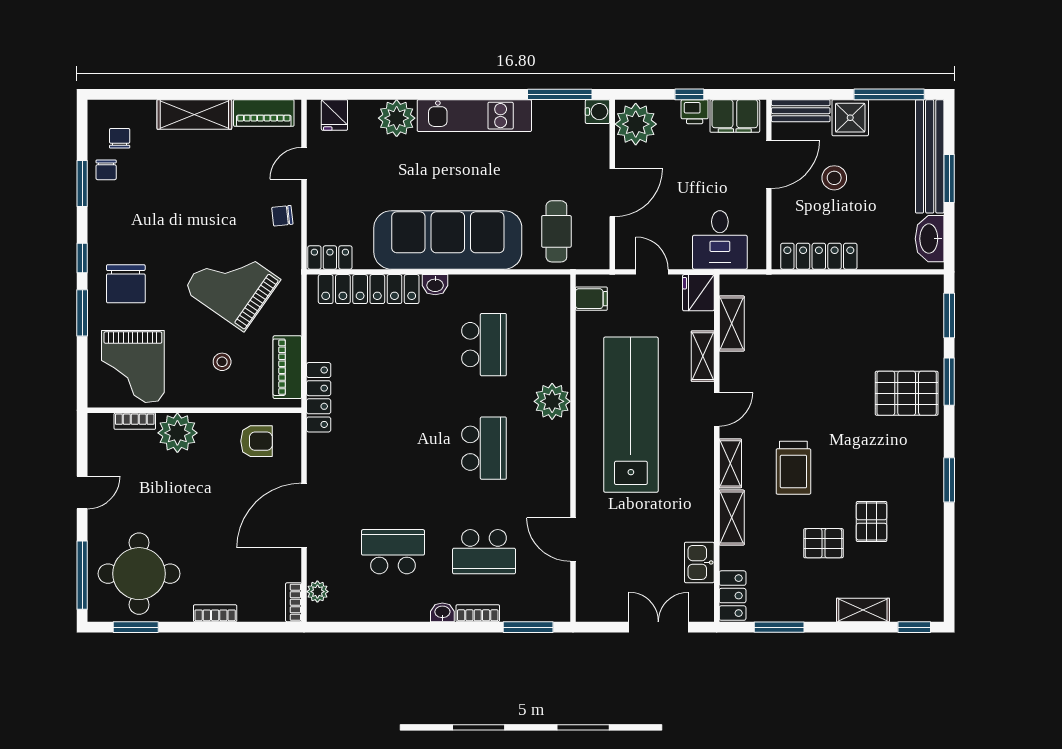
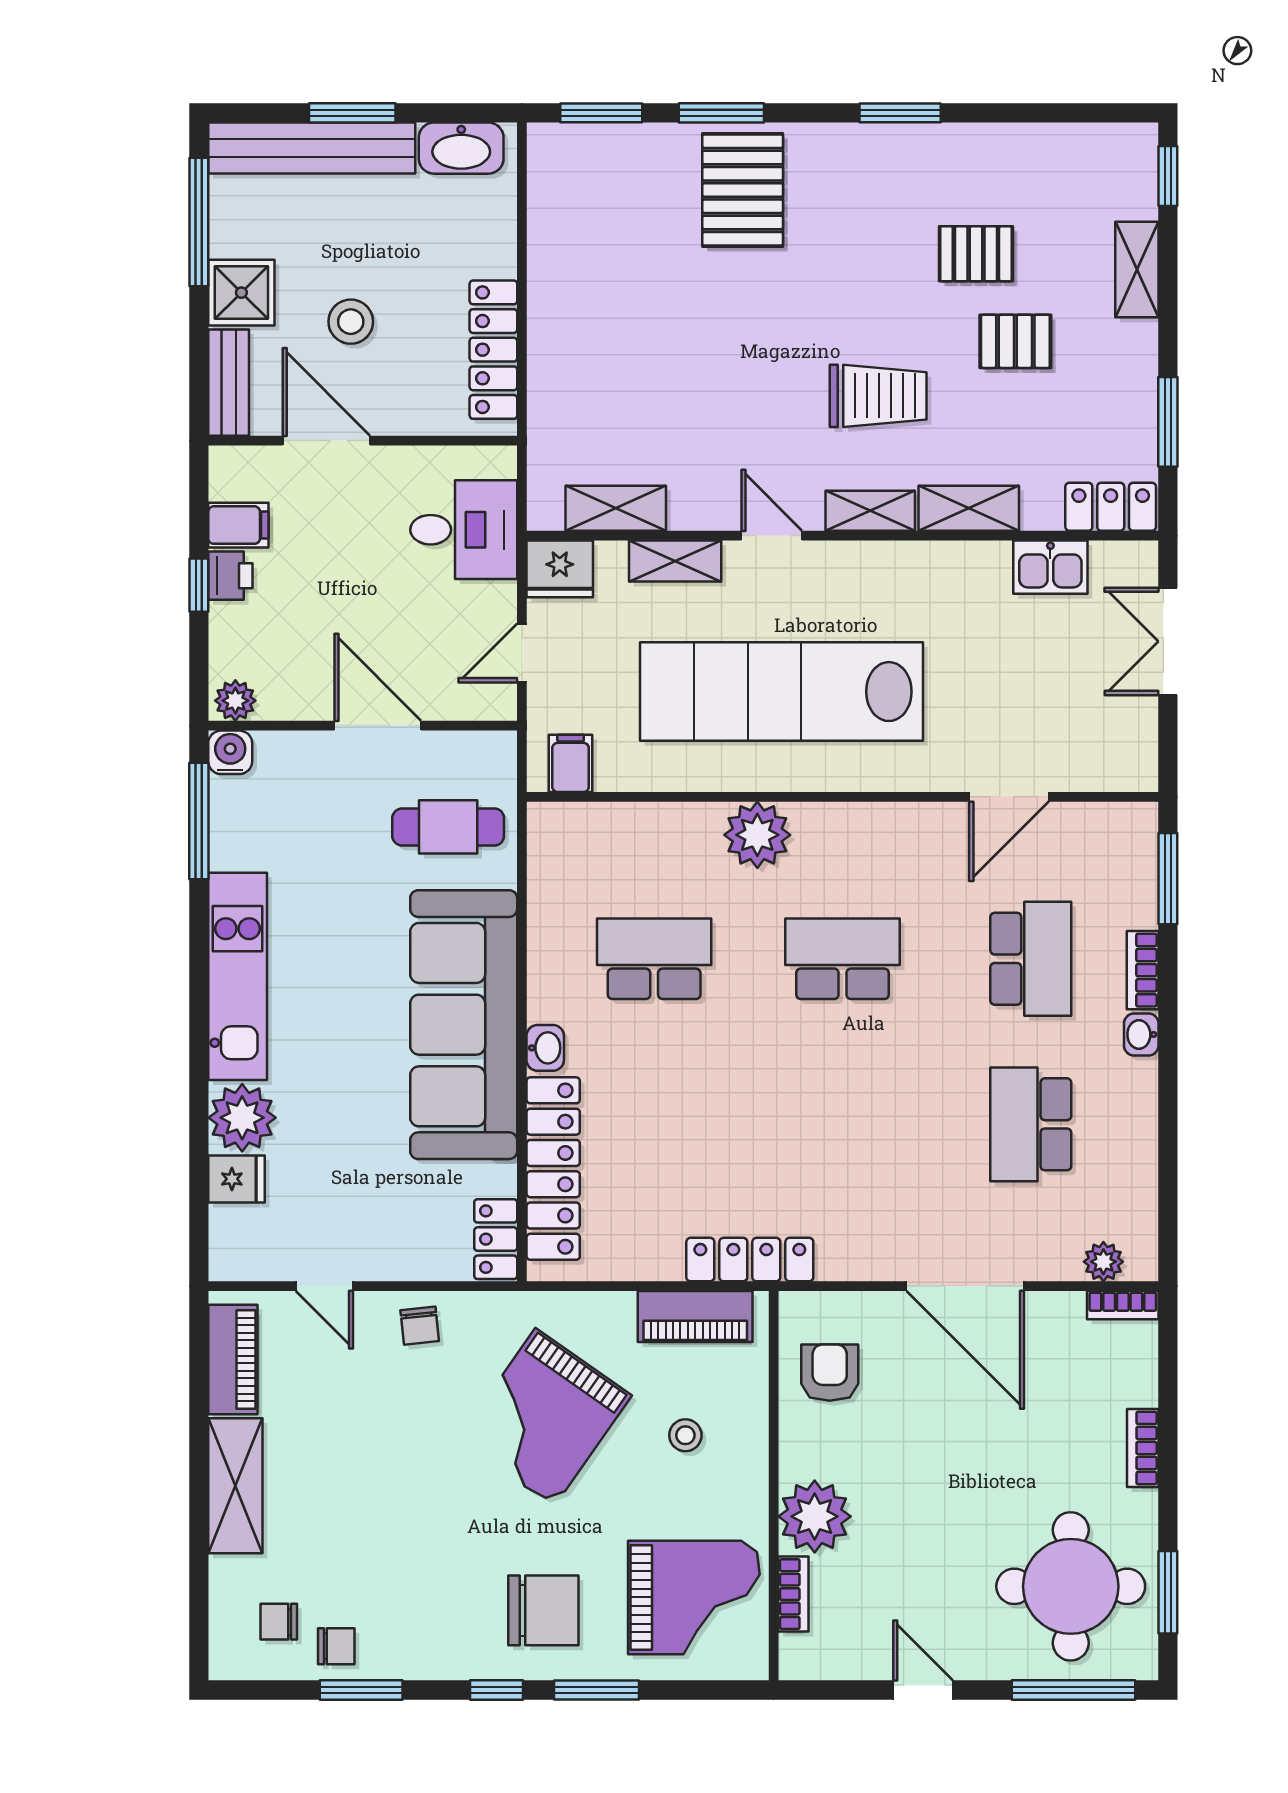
fridge: (334, 115) -> (236, 1179), moved
filing cabinet: (735, 116) -> (238, 525), width x0.50
plant: (636, 124) -> (235, 701), width x0.53, depth x0.53
pallet: (823, 543) -> (1015, 341), turned 90

